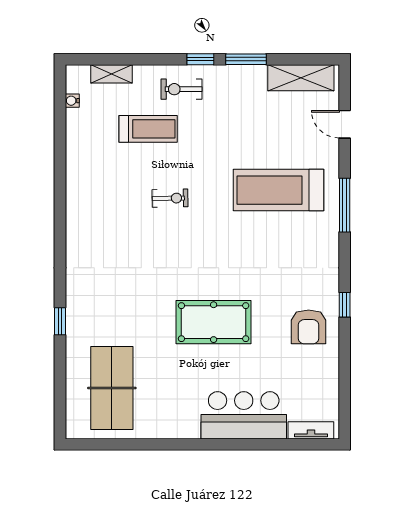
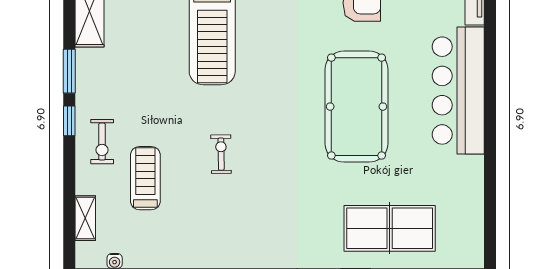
pool table: (214, 322) -> (357, 107), width x1.36, depth x1.32
table tennis table: (112, 388) -> (390, 228), moved
bar counter: (244, 415) -> (458, 91), width x1.36

